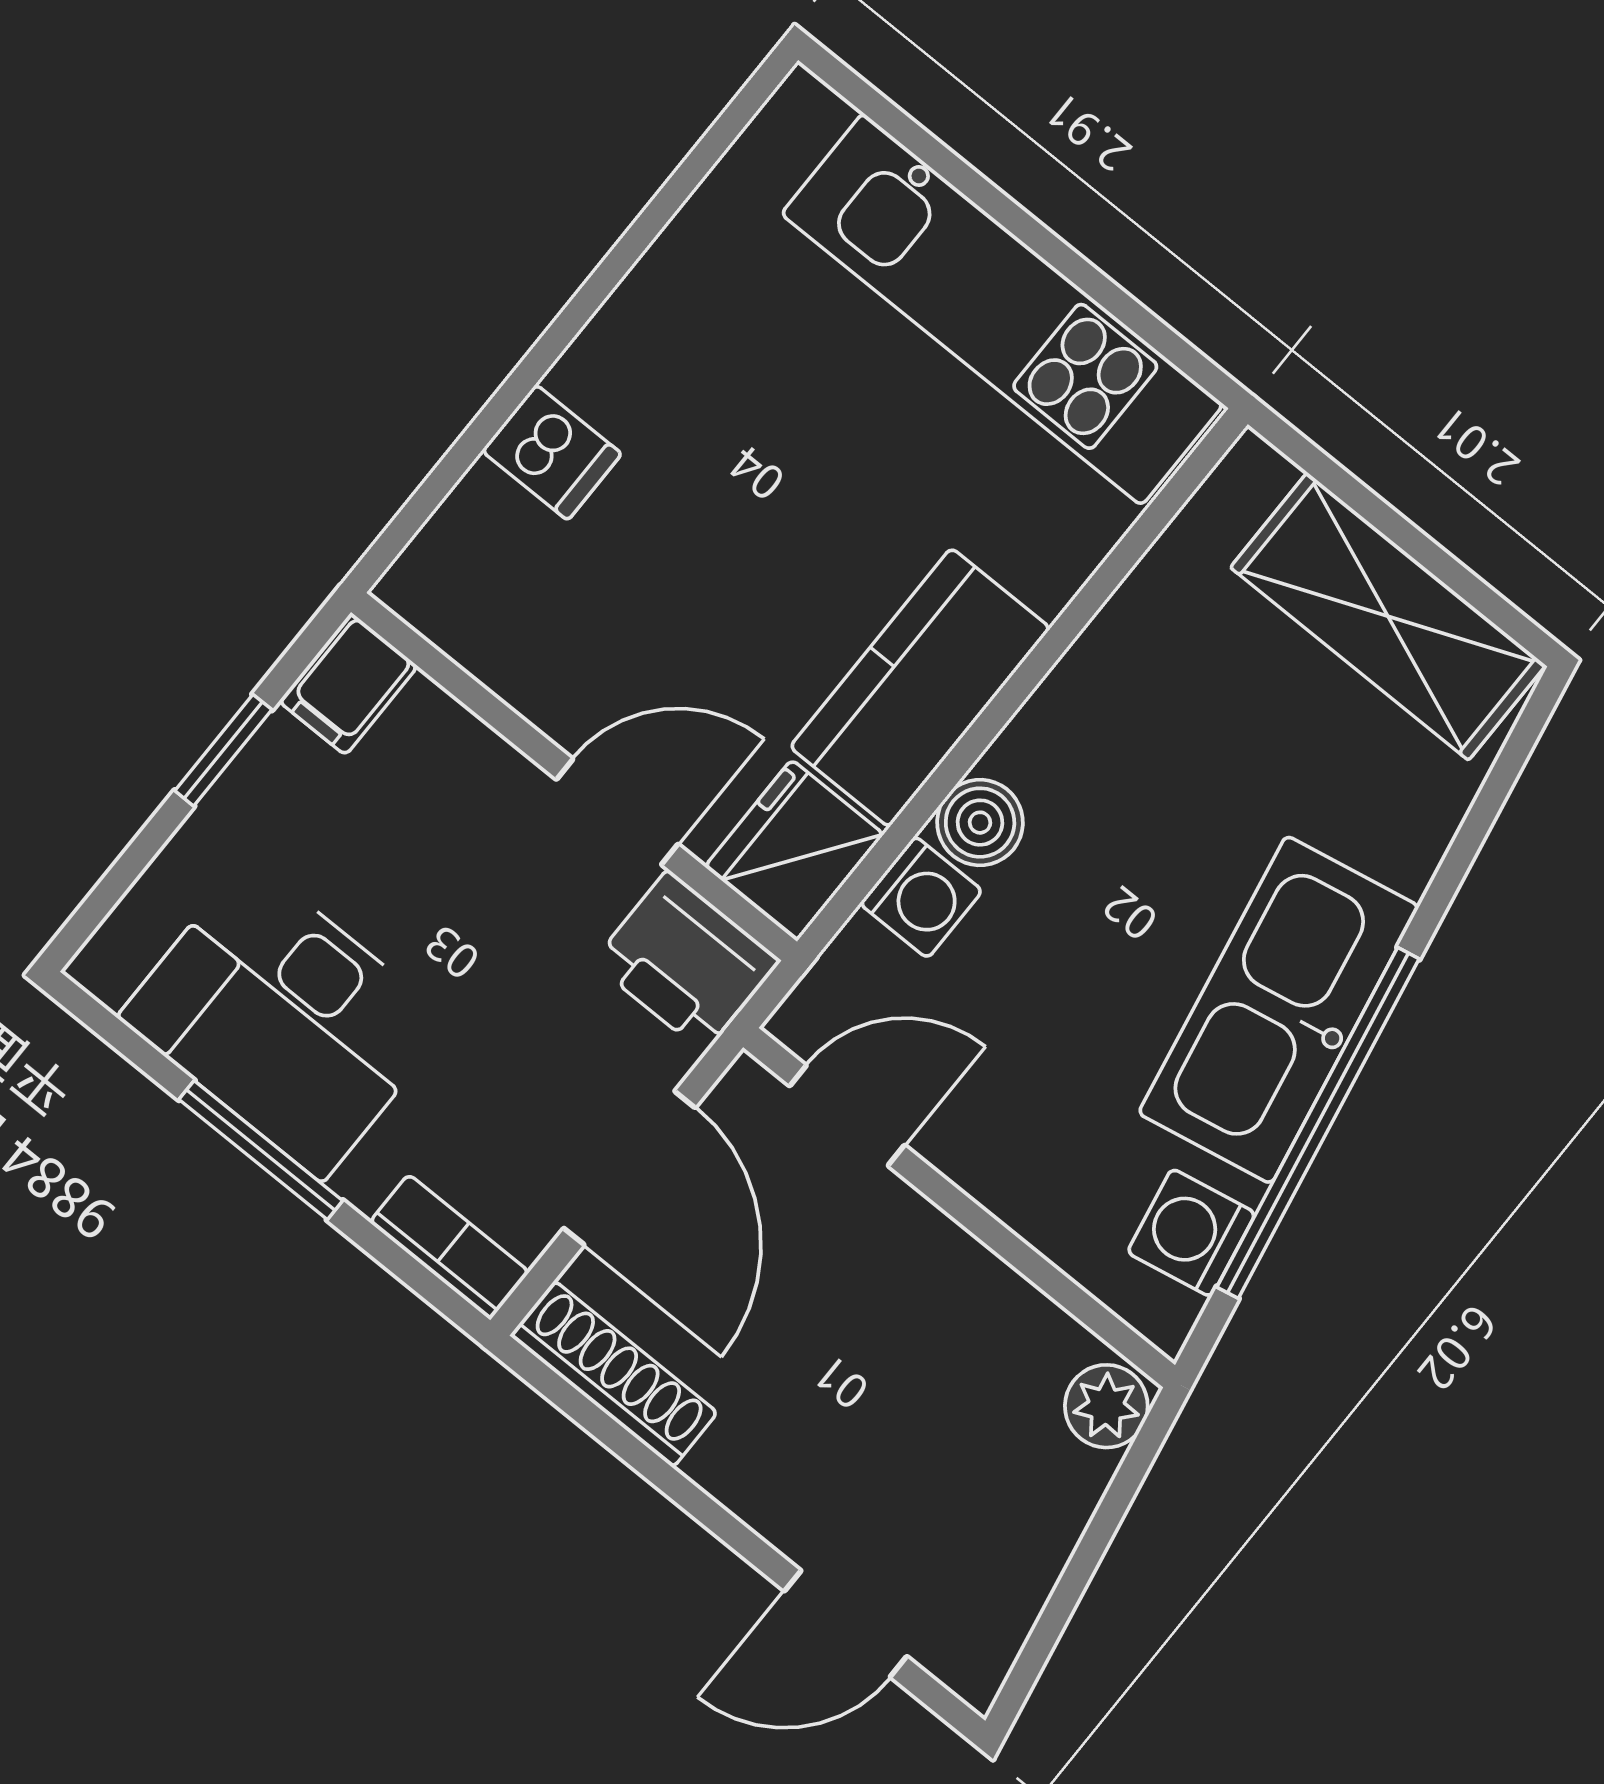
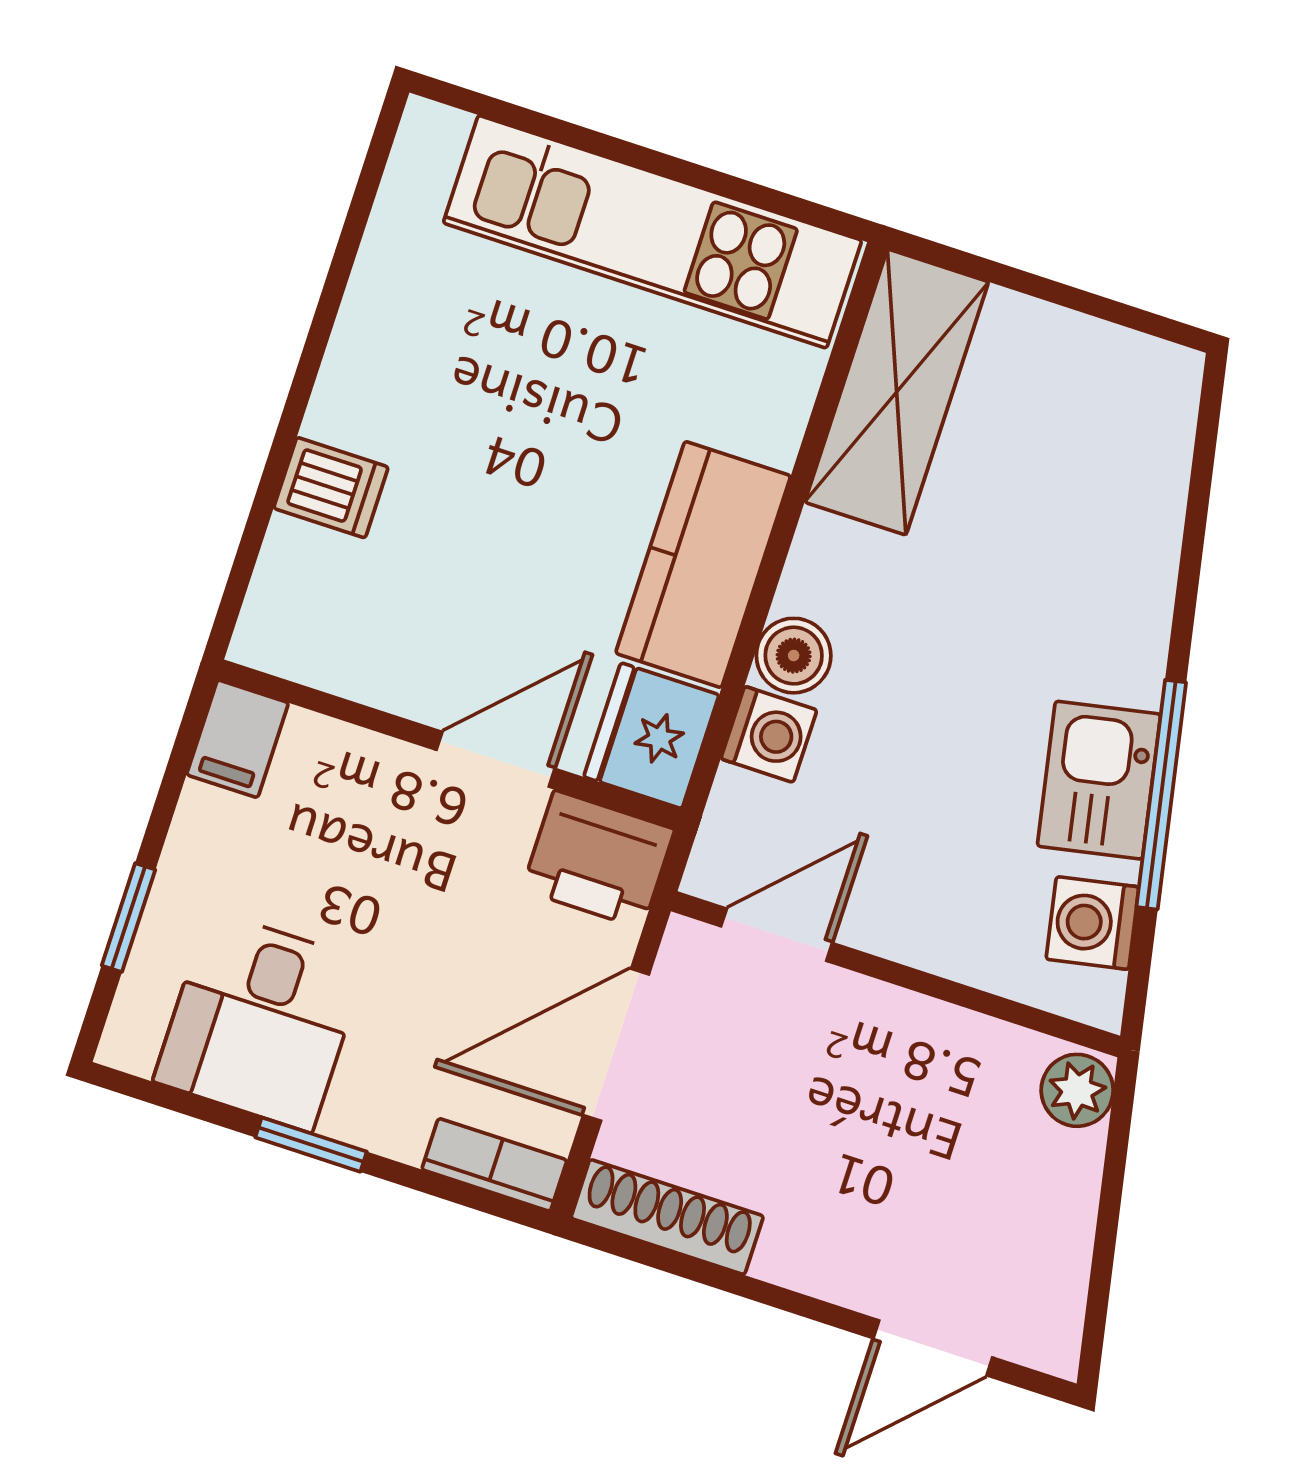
shelving: (1388, 616) -> (897, 392), moved, turned 90
window: (223, 750) -> (128, 918), moved
kitchen sink: (1279, 1010) -> (1099, 780), width x0.53, depth x0.81
desk: (285, 1019) -> (260, 1021), width x0.73
window: (1318, 1123) -> (1161, 795), width x0.68
window: (261, 1150) -> (311, 1145), width x0.67
door: (629, 1168) -> (616, 1045), swing flipped

